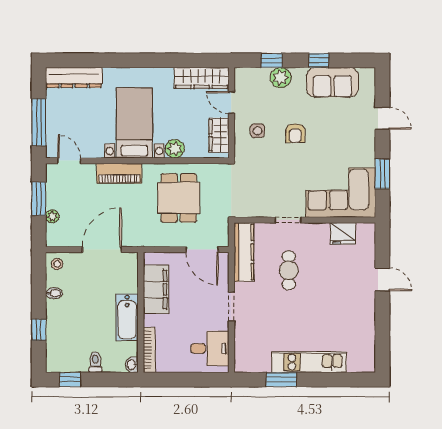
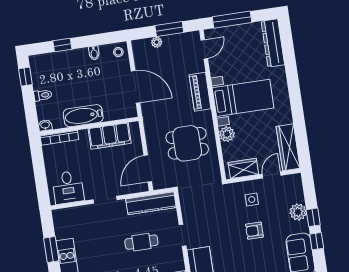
window: (272, 60) -> (313, 217), moved

